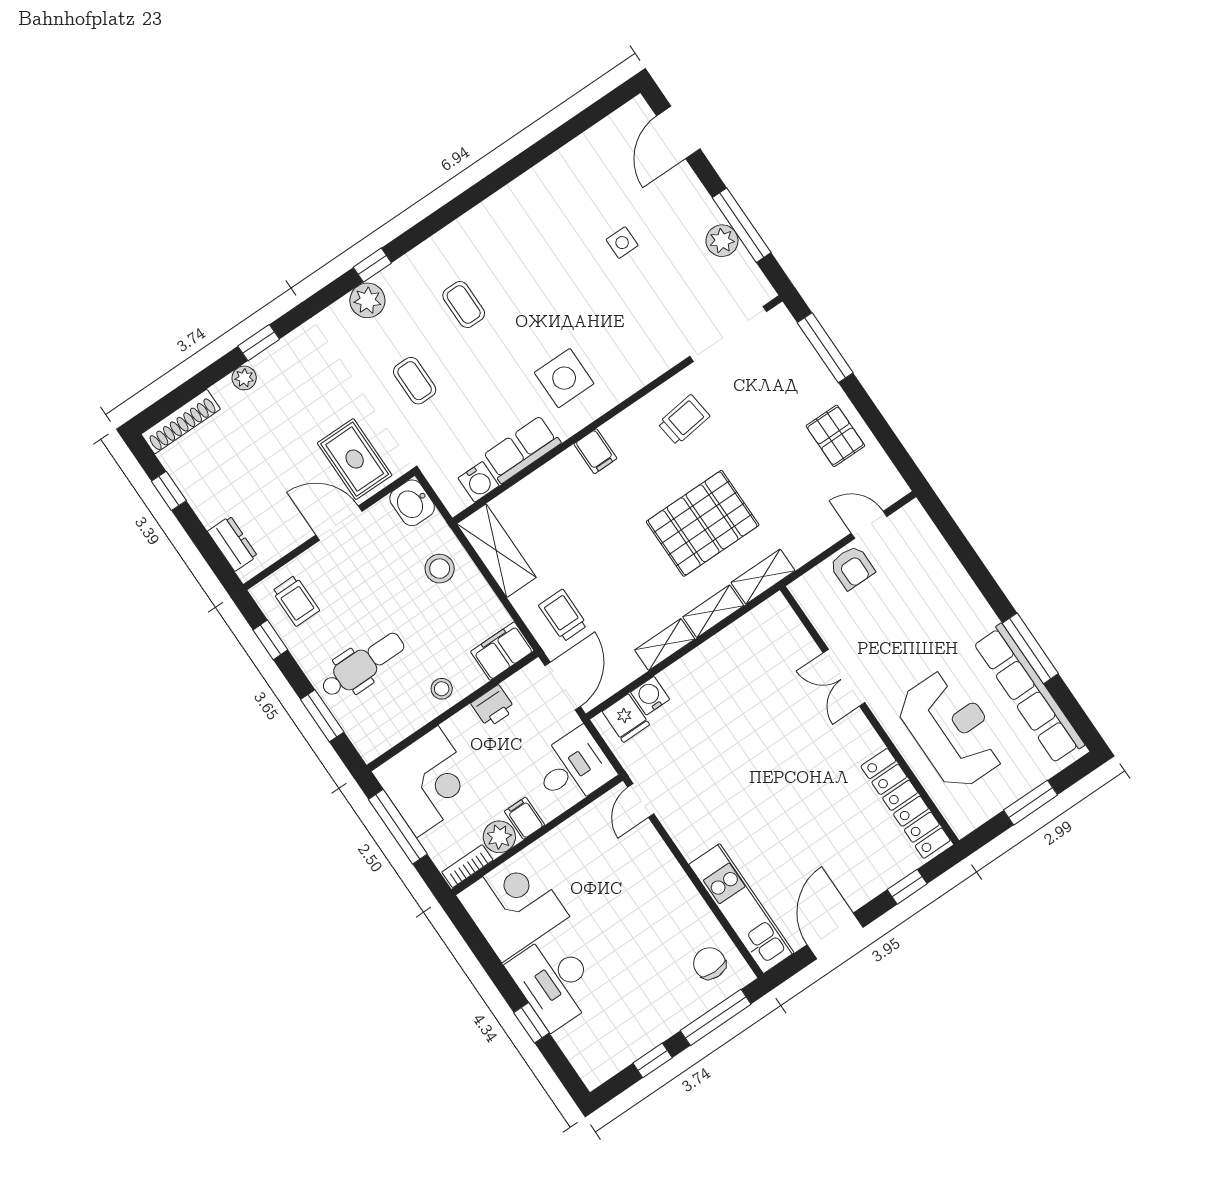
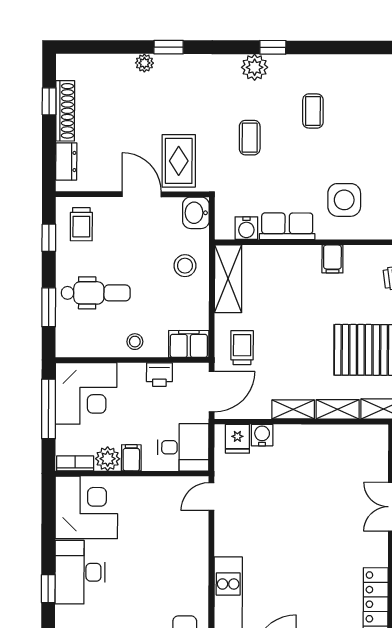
shoe rack: (181, 422) -> (65, 111), moved, turned -90

